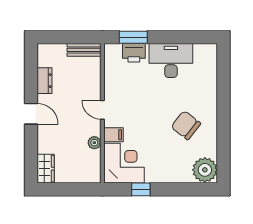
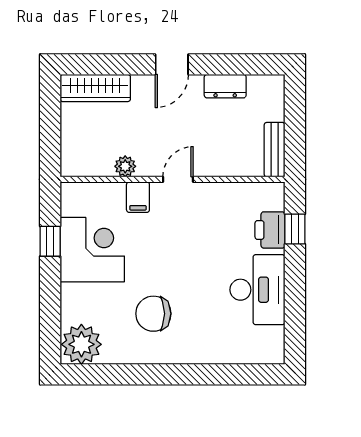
window: (133, 37) -> (295, 229), width x0.67
chair: (186, 125) -> (153, 314), turned -128
corner desk: (124, 163) -> (92, 250), moved, turned -90
wardrobe: (46, 169) -> (95, 88), width x1.50

